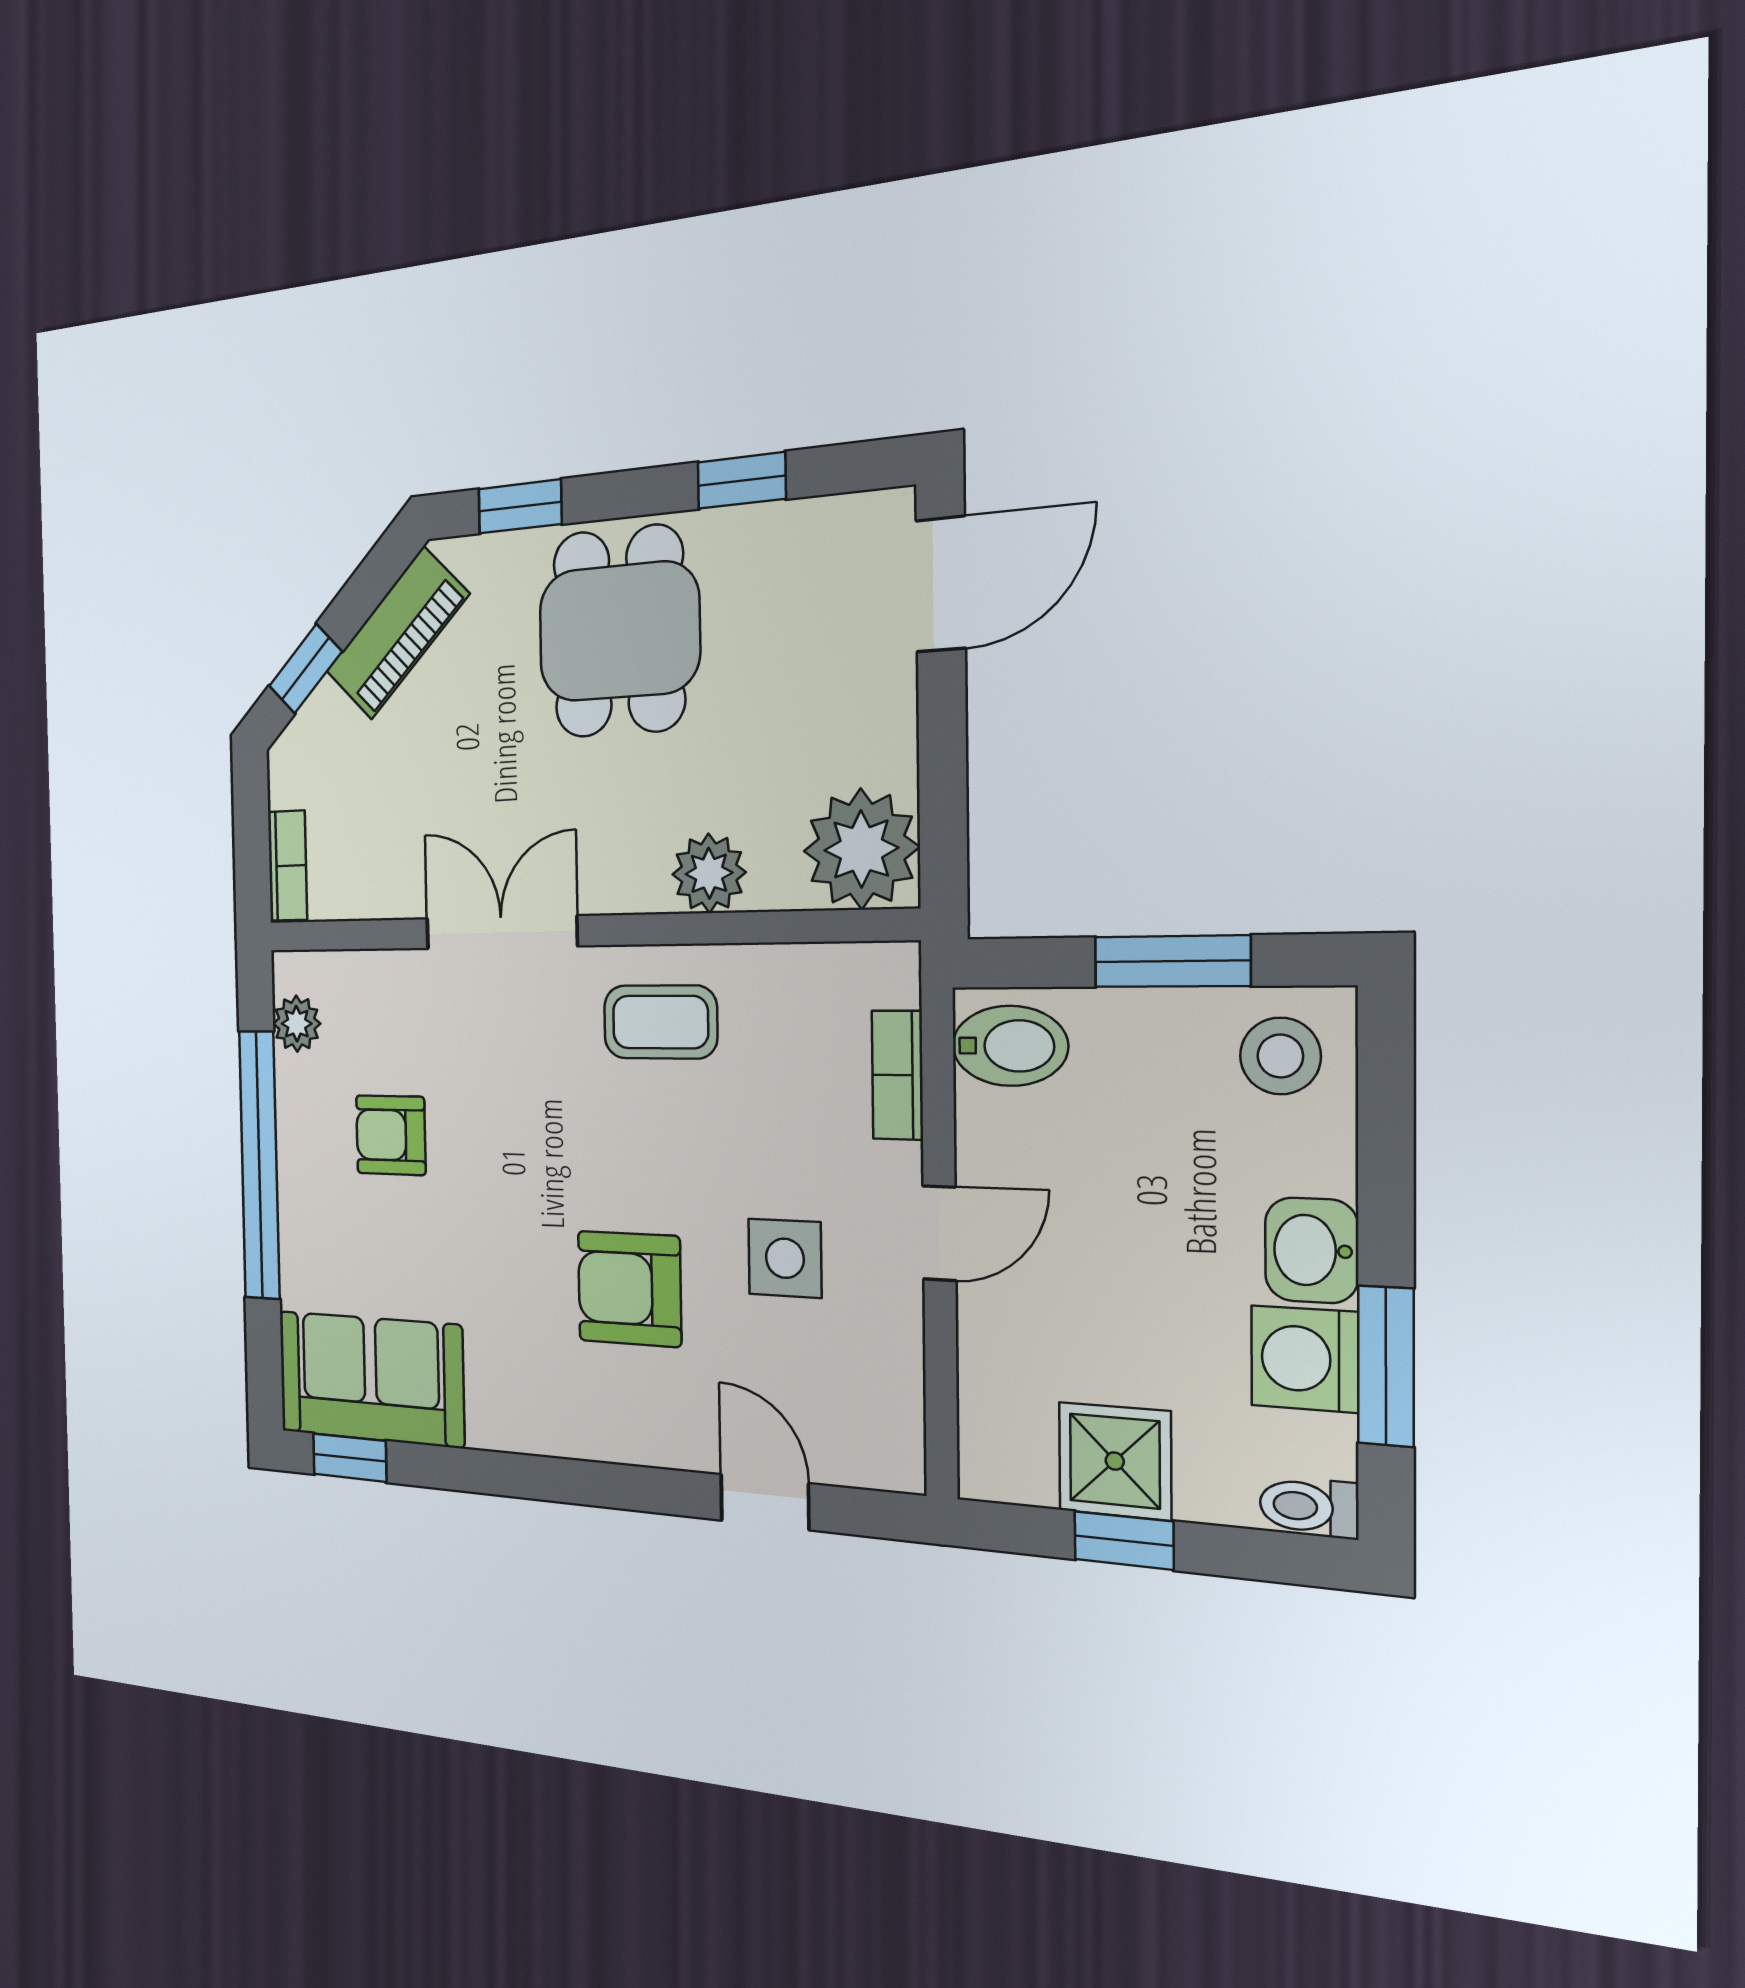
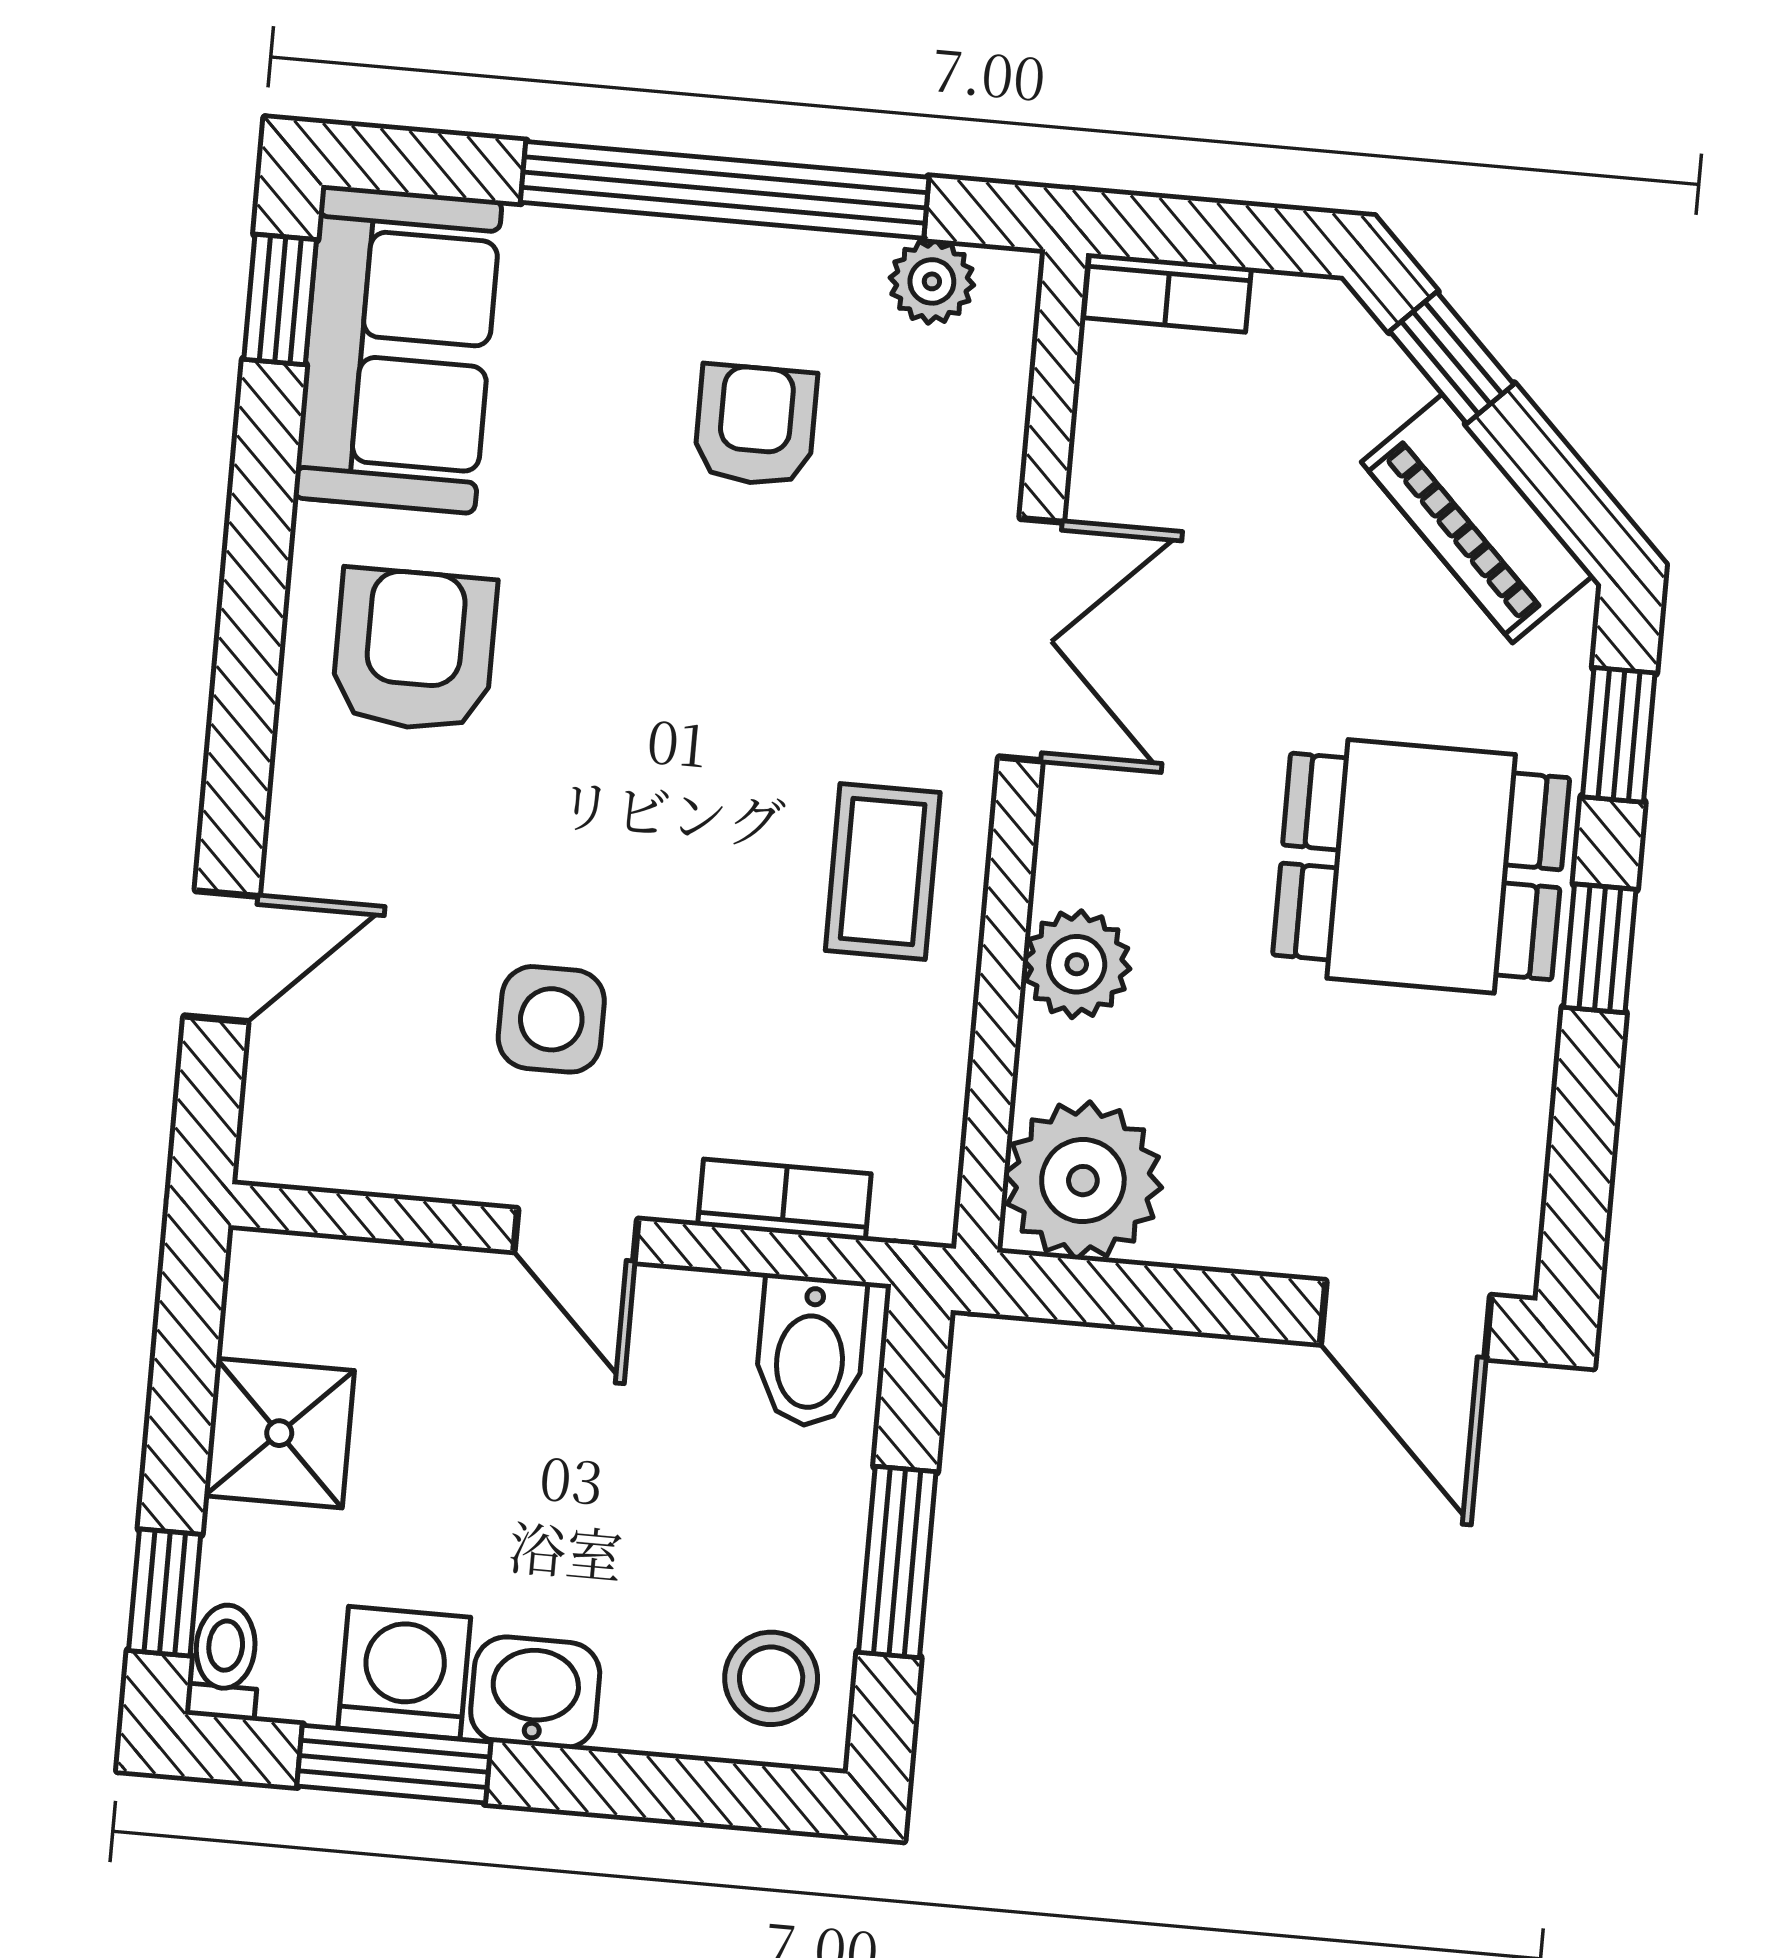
window: (742, 480) -> (1600, 948), moved
armchair: (629, 1289) -> (414, 650), moved
window: (1124, 1541) -> (165, 1592), moved

